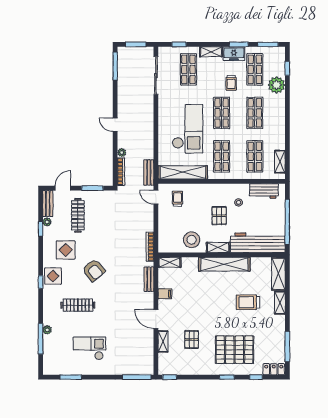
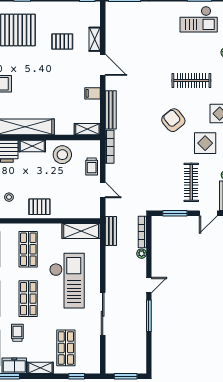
window: (115, 66) -> (149, 316), moved
sliding door: (156, 76) -> (103, 314), moved
door: (115, 125) -> (149, 285), hinge flipped
checkout: (188, 129) -> (67, 281), turned 180
shelving: (183, 172) -> (81, 231), width x0.68
door: (156, 197) -> (103, 190), moved
trolley: (177, 199) -> (92, 166), moved
pallet: (219, 216) -> (39, 207), moved, turned 90
bench: (149, 279) -> (111, 110), width x1.36
pallet: (192, 340) -> (62, 42), turned 90
checkout: (90, 348) -> (199, 19), moved

